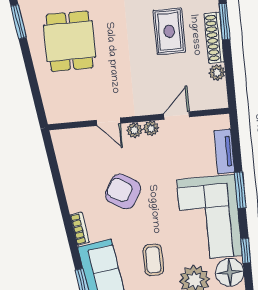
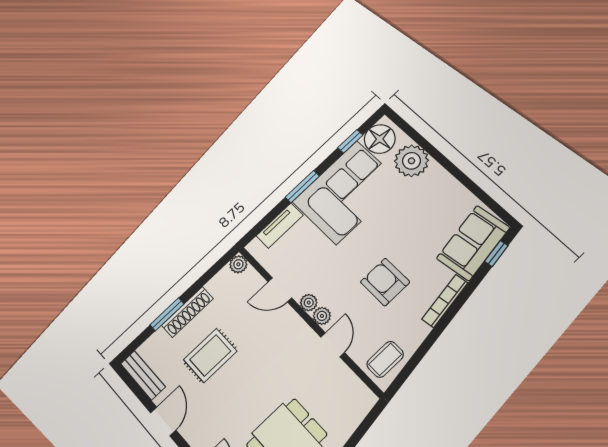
plant: (217, 73) -> (238, 264), moved
armchair: (123, 192) -> (385, 282), turned 150
bookcase: (80, 229) -> (445, 301), width x1.56
coffee table: (153, 260) -> (385, 359), moved

